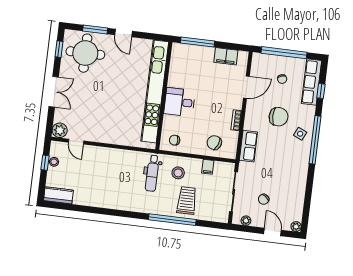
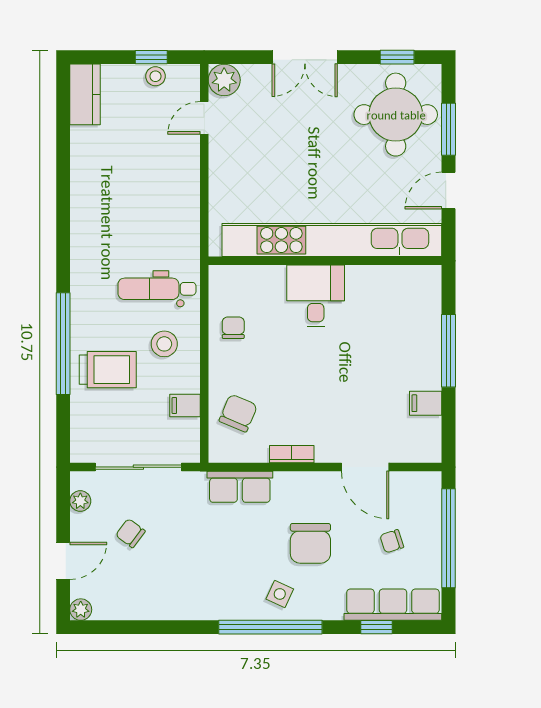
filing cabinet: (226, 56) -> (426, 403), width x0.50
kitchen unit: (155, 91) -> (332, 240), moved
wall: (164, 96) -> (325, 261), moved
desk: (180, 102) -> (316, 296), moved

